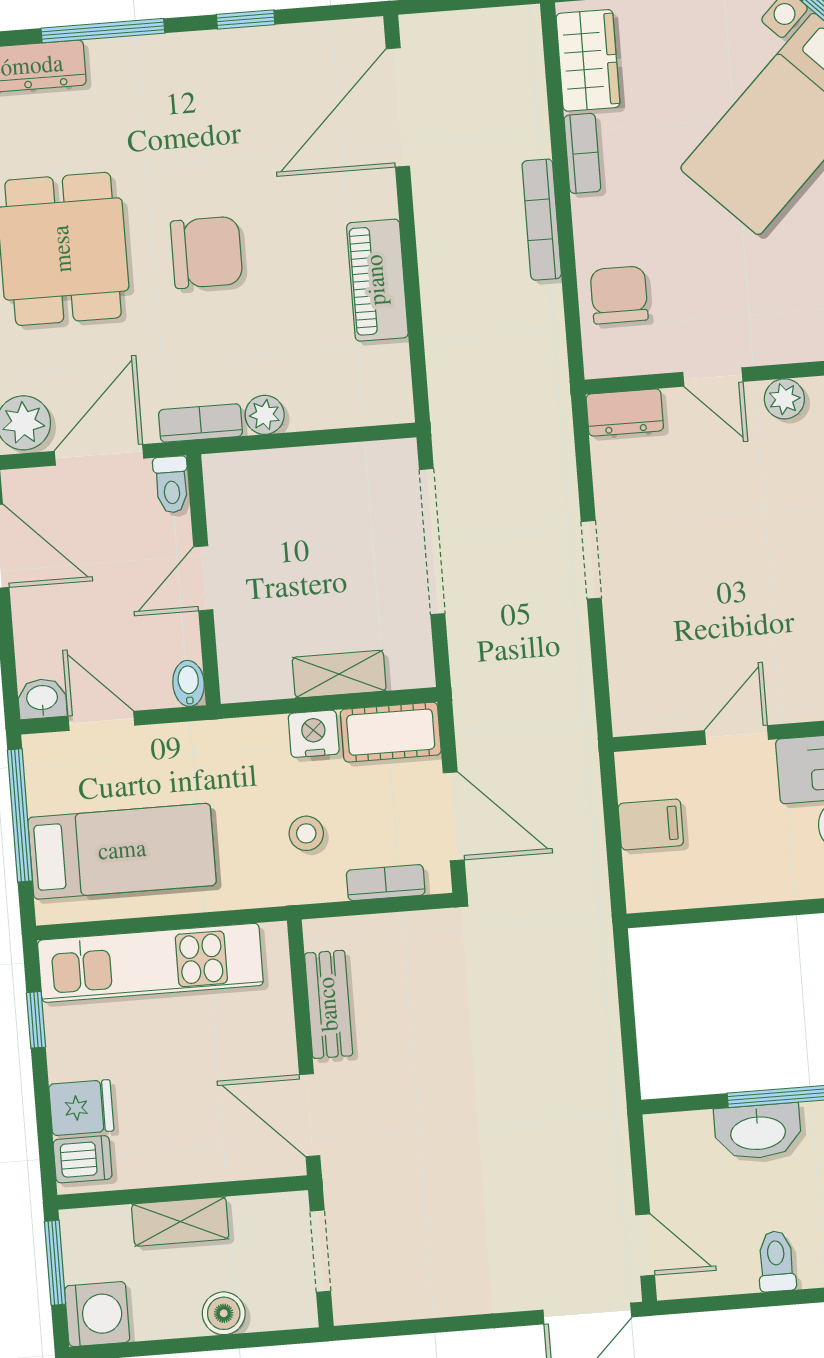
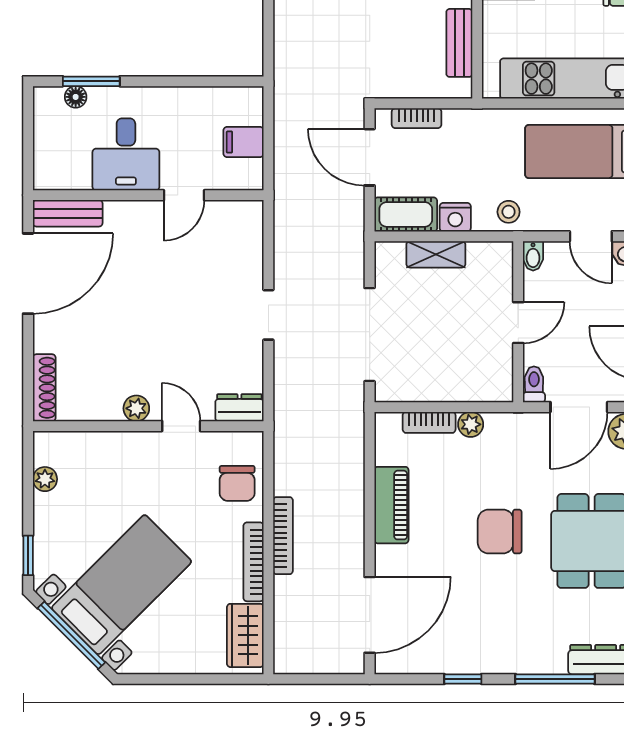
bookcase: (582, 153) -> (254, 562), width x1.56
bookcase: (201, 423) -> (429, 422), moved
stool: (306, 833) -> (509, 212), moved

